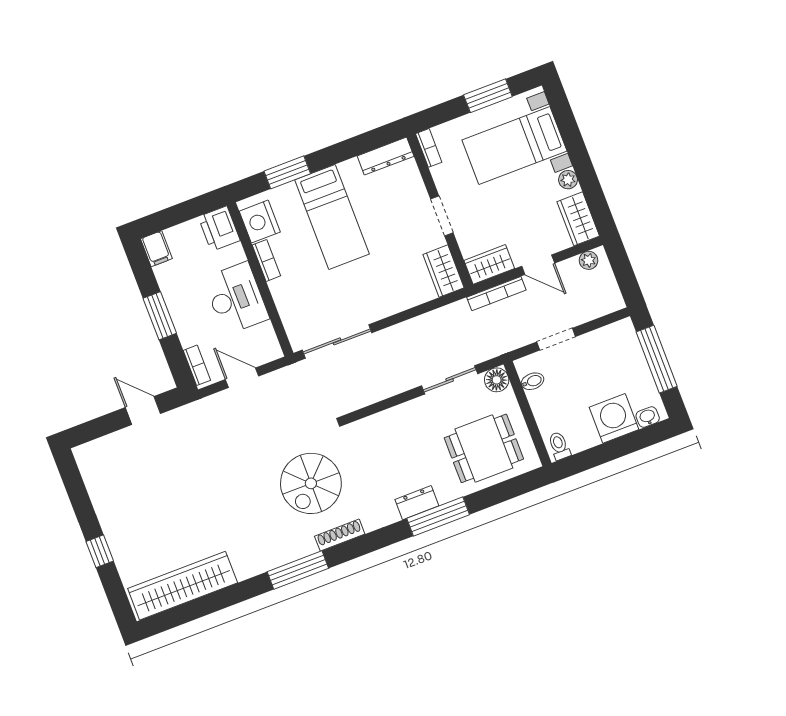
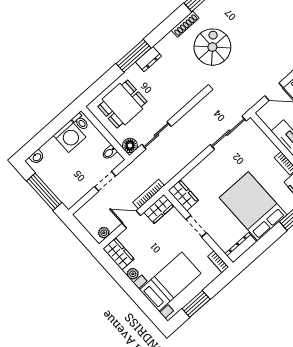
bed: (332, 217) -> (253, 206), width x1.50
washing machine: (614, 418) -> (70, 136), moved

